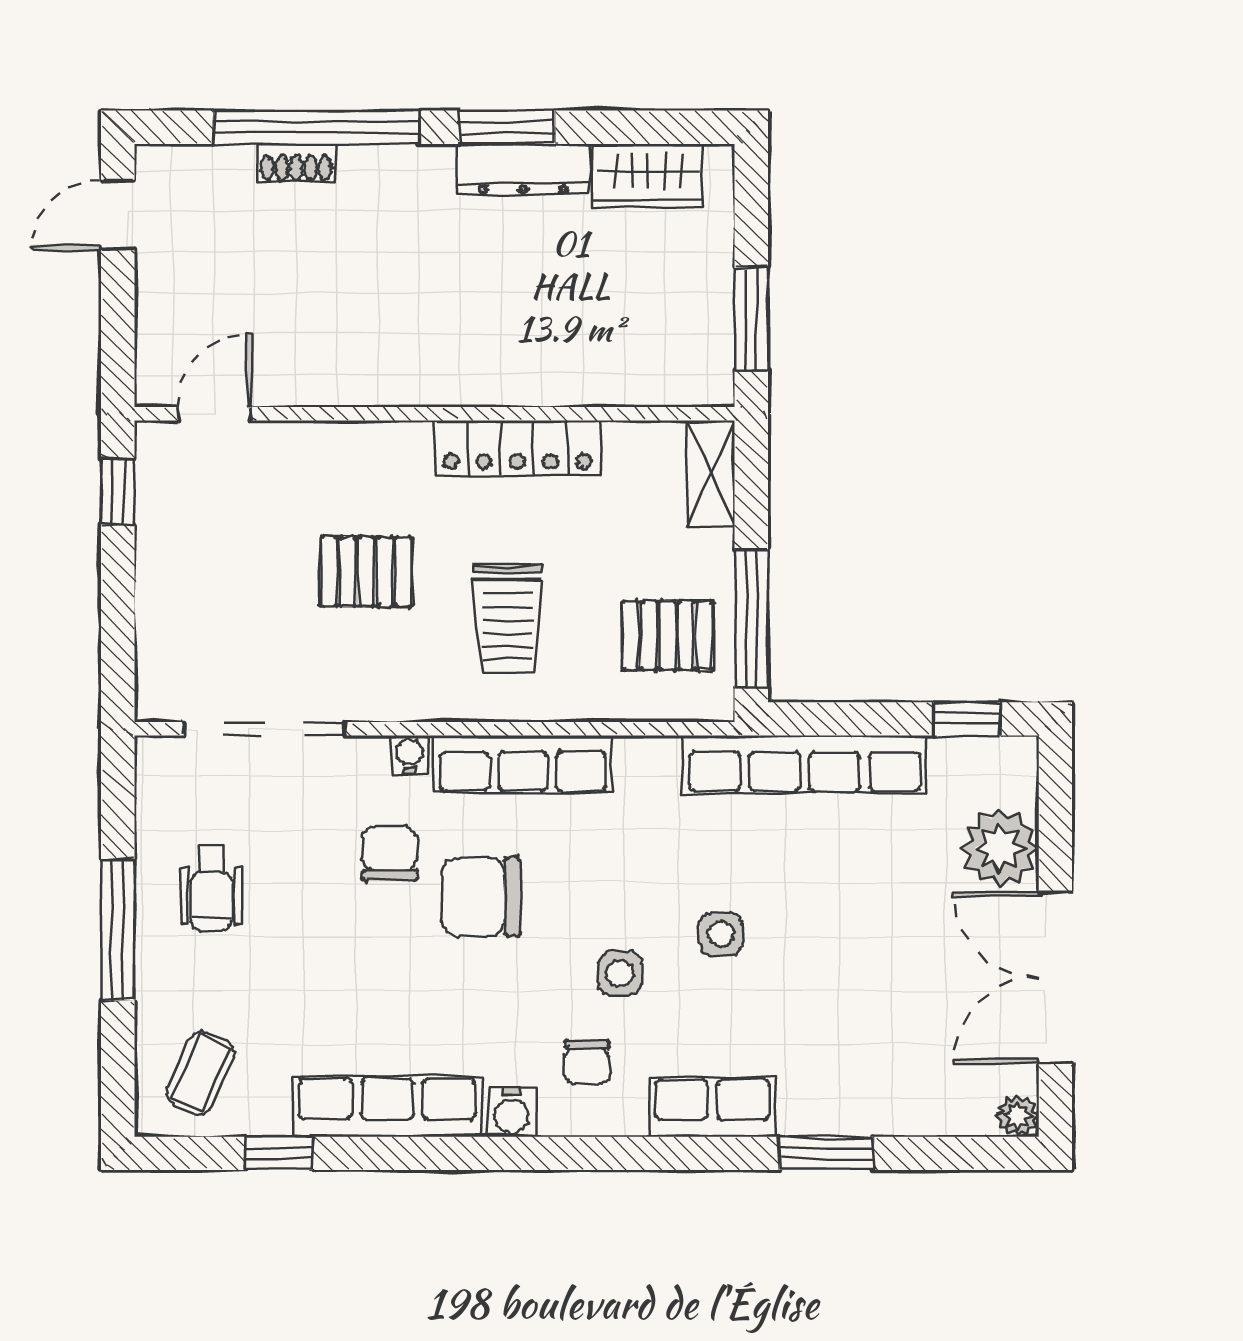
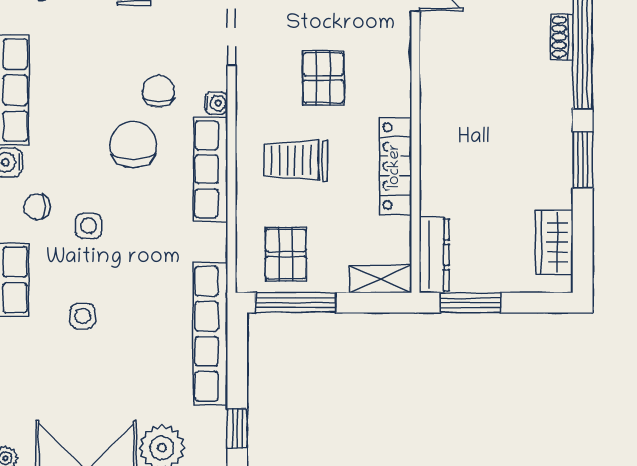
dresser: (523, 170) -> (434, 255), moved, turned 180
chair: (389, 854) -> (158, 91), turned -90
side table: (721, 934) -> (82, 316), moved

